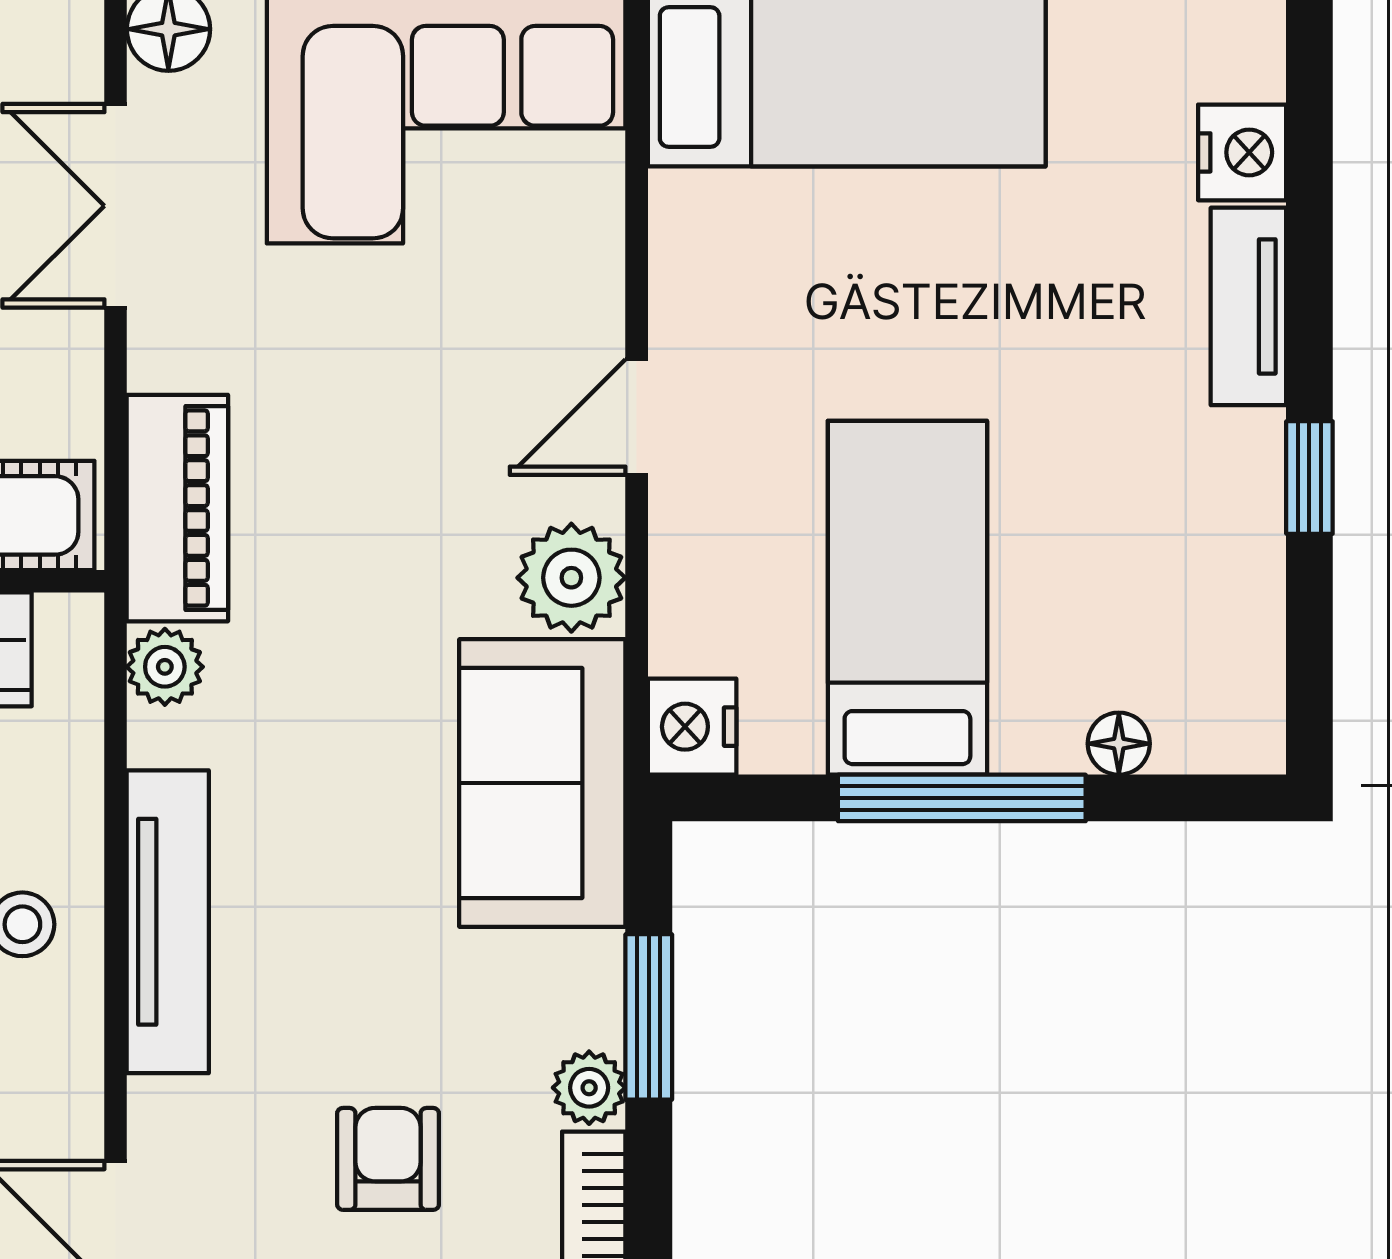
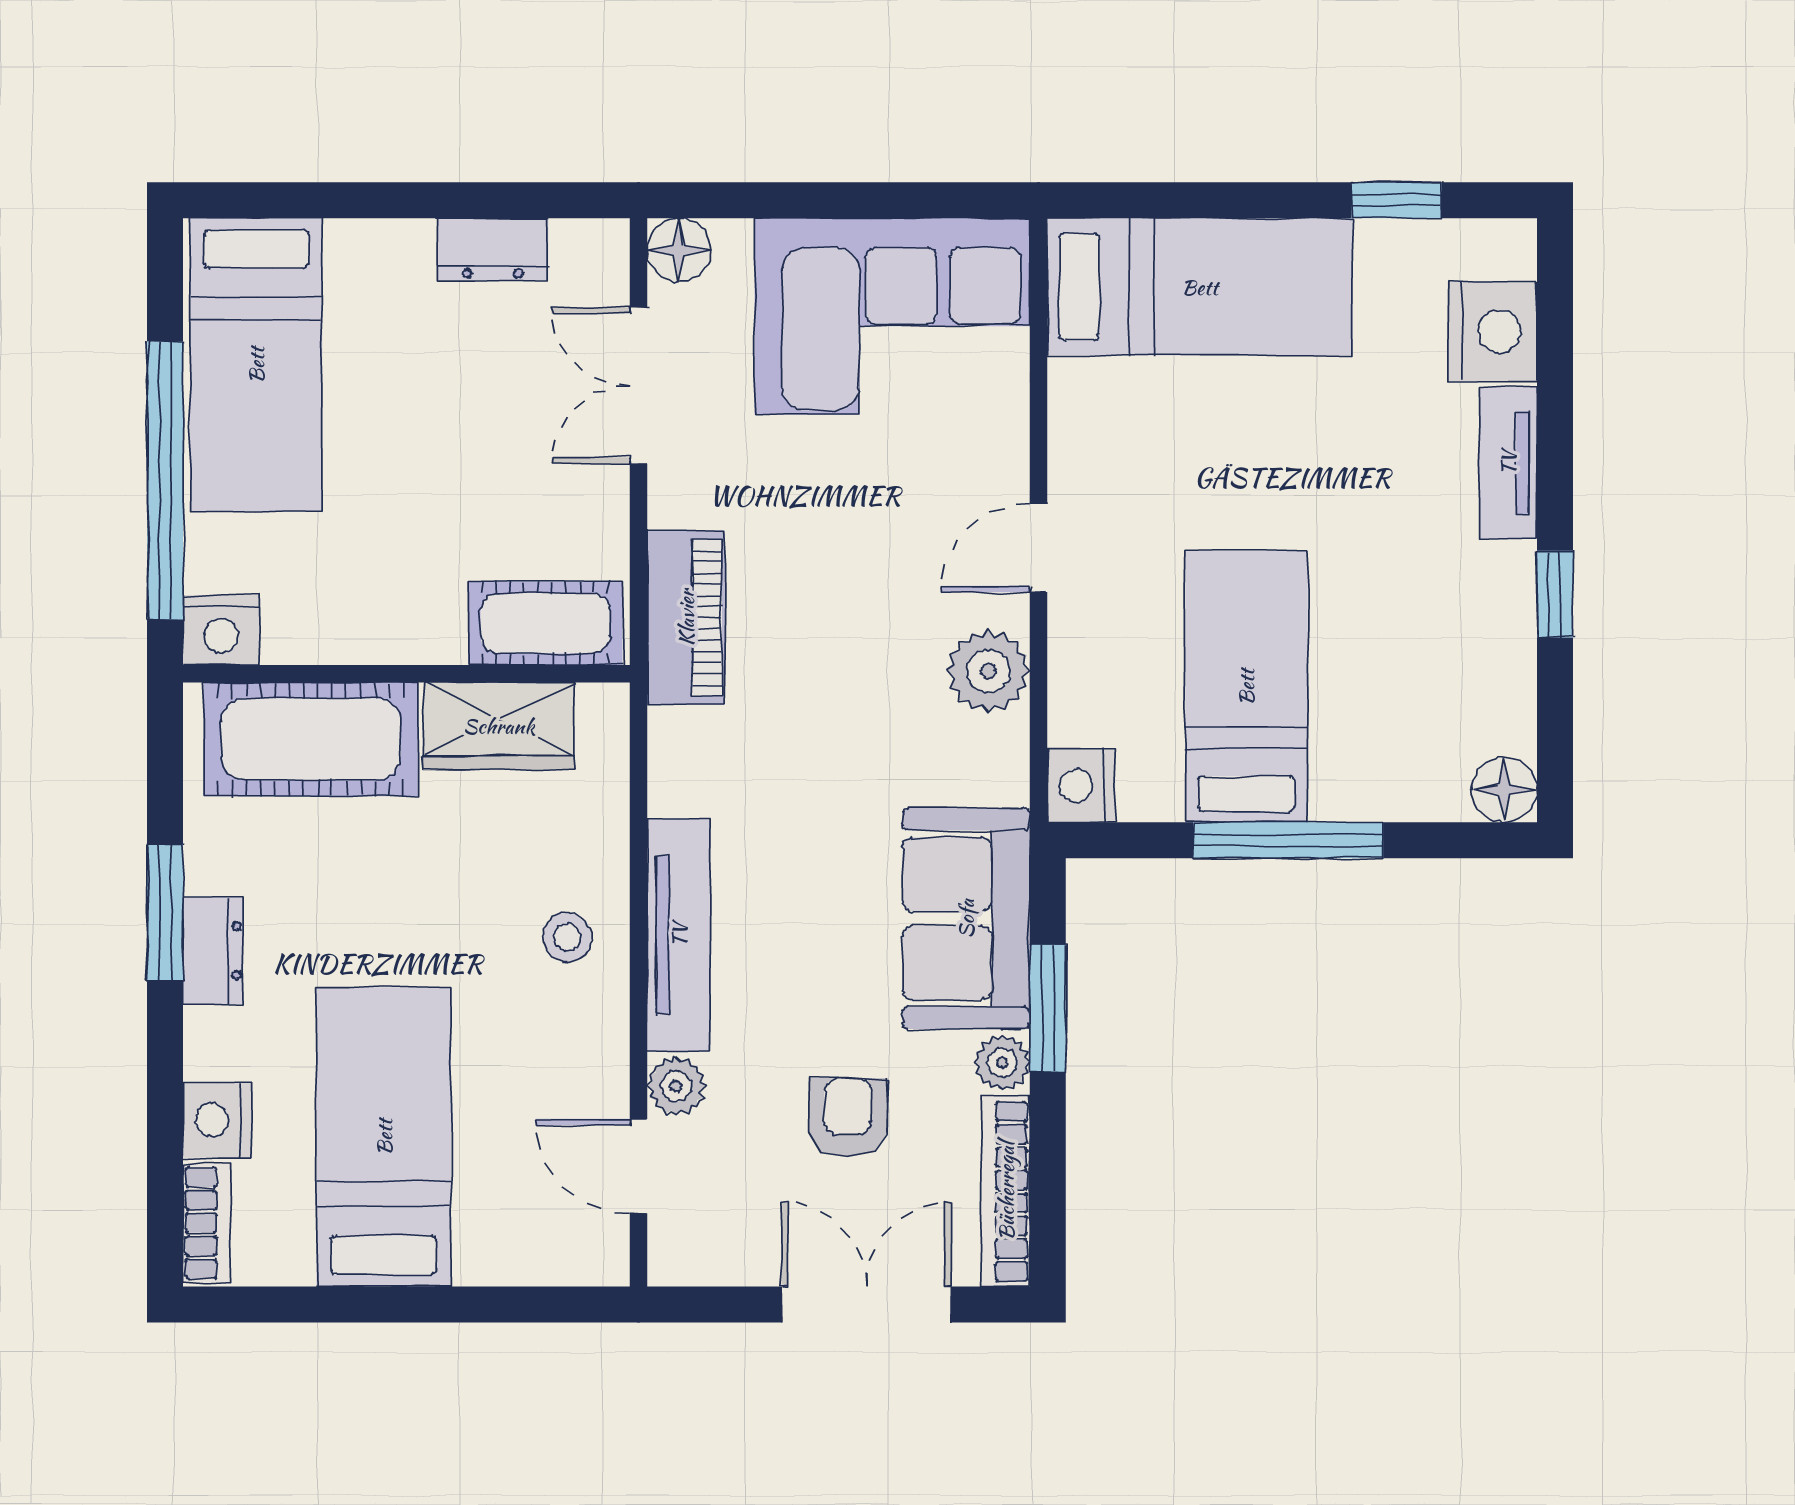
nightstand: (1242, 152) -> (1492, 331), width x1.36, depth x1.33
plant: (165, 667) -> (676, 1086), moved
floor lamp: (1119, 744) -> (1504, 790), moved, width x1.37, depth x1.37
sofa: (542, 783) -> (966, 919), moved

